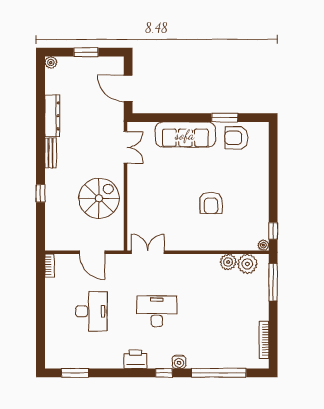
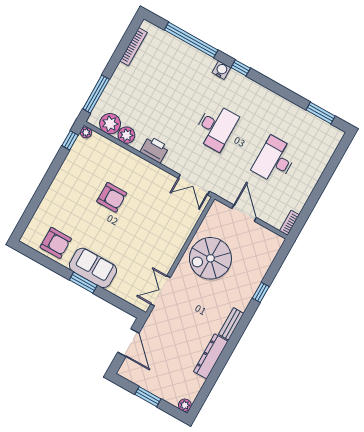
window: (225, 118) -> (83, 283), moved
sofa: (185, 135) -> (93, 268), width x0.73
armchair: (211, 203) -> (112, 197), turned 90
desk: (157, 311) -> (216, 127), turned -90
printer: (135, 359) -> (155, 149), moved, turned 180

